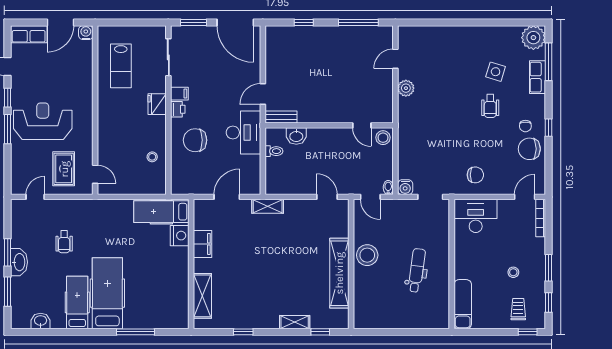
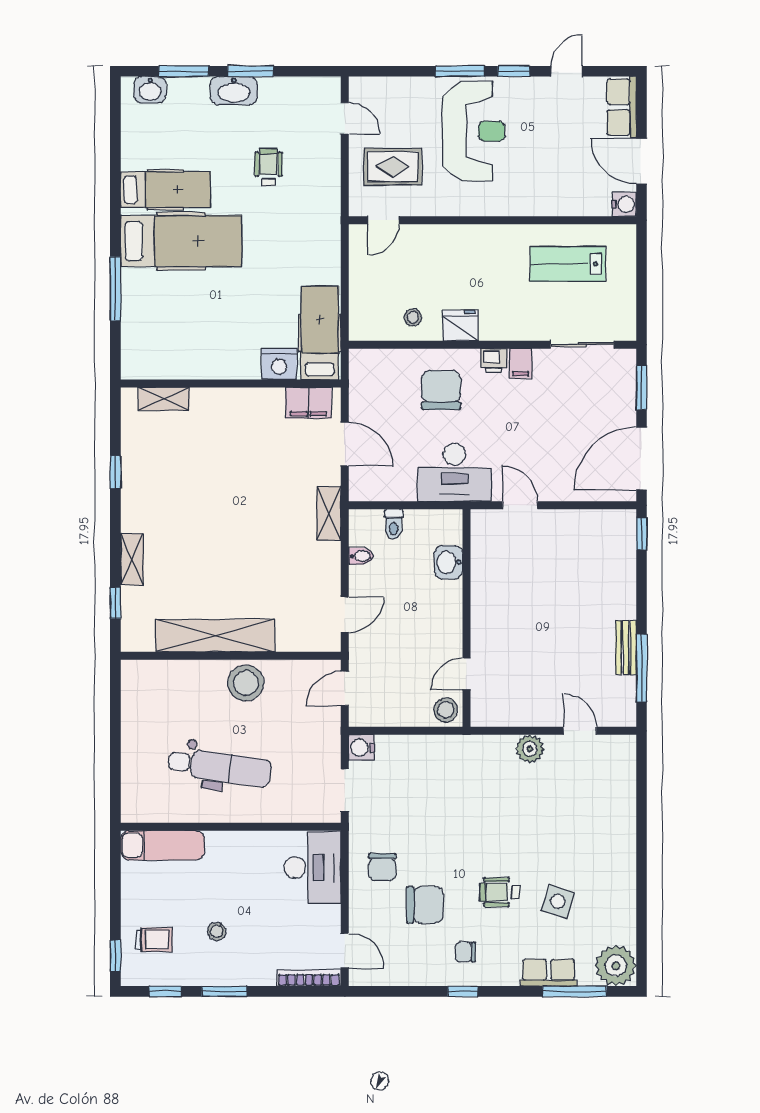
window: (304, 22) -> (642, 534), moved
fridge: (157, 104) -> (460, 325), moved
bench: (281, 117) -> (626, 648), moved
chair: (529, 149) -> (425, 905), moved, turned 90
toilet: (274, 151) -> (394, 524), moved
bidet: (388, 188) -> (361, 556), moved
wheelchair: (64, 242) -> (269, 167), turned 90
filing cabinet: (203, 244) -> (308, 403), moved
dental chair: (417, 270) -> (220, 767), width x1.36, depth x1.38
shelving: (202, 296) -> (164, 399), width x0.67, depth x0.75
washbasin: (41, 321) -> (150, 90), moved, turned 90

